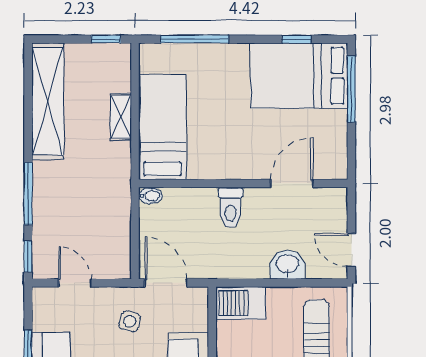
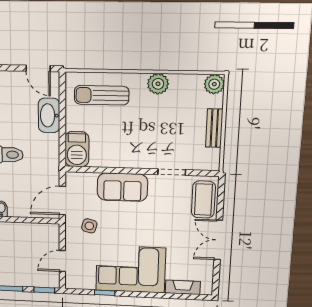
door: (351, 250) -> (38, 68), hinge flipped
washbasin: (287, 265) -> (49, 115), width x1.38

